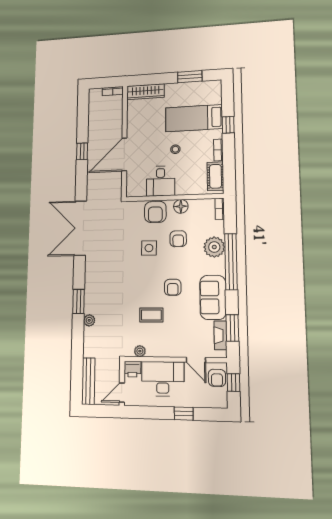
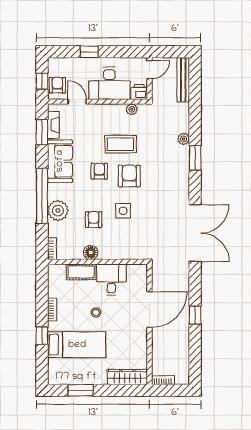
cot: (215, 176) -> (81, 272), moved, turned 90
armchair: (155, 212) -> (129, 176), moved
coffee table: (151, 315) -> (121, 144), width x1.36, depth x1.30

